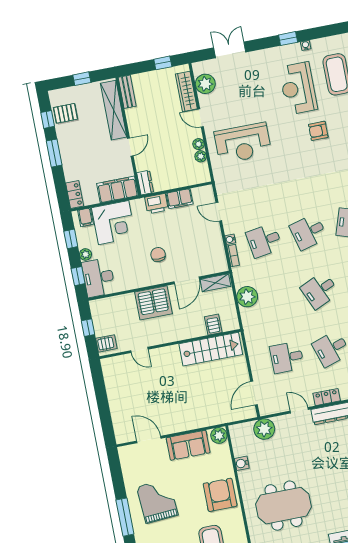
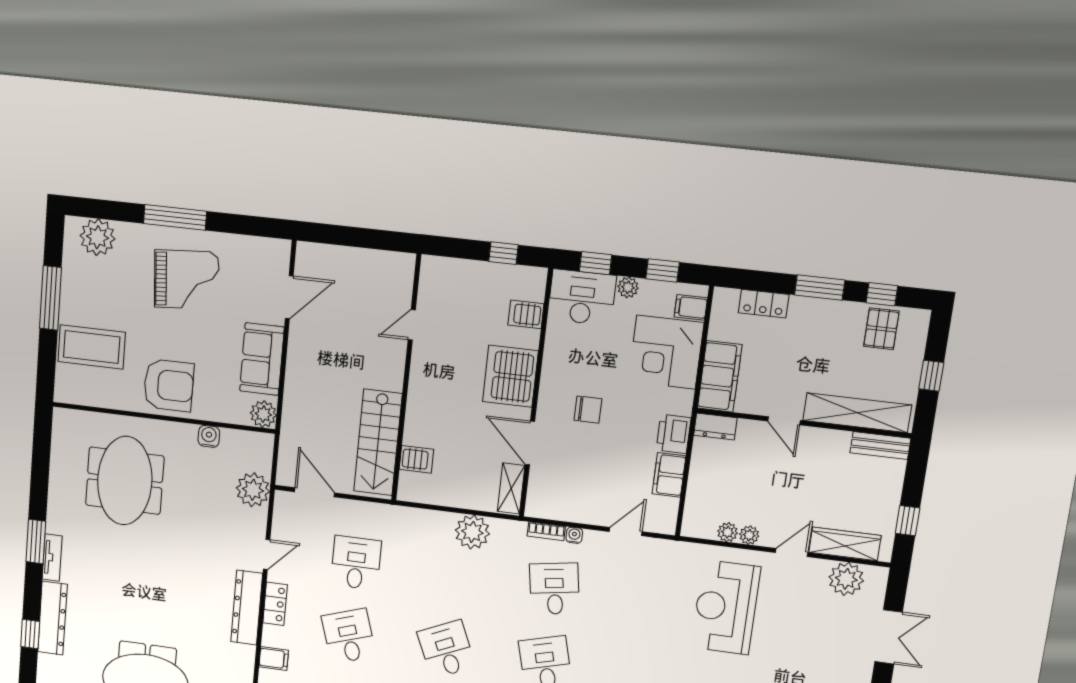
locker: (75, 195) -> (764, 304), moved
server rack: (213, 325) -> (416, 459), moved
server rack: (106, 343) -> (526, 314), moved, turned 90
wall: (170, 344) -> (406, 379), moved
stairs: (211, 349) -> (378, 442), moved
door: (139, 350) -> (412, 325), moved

